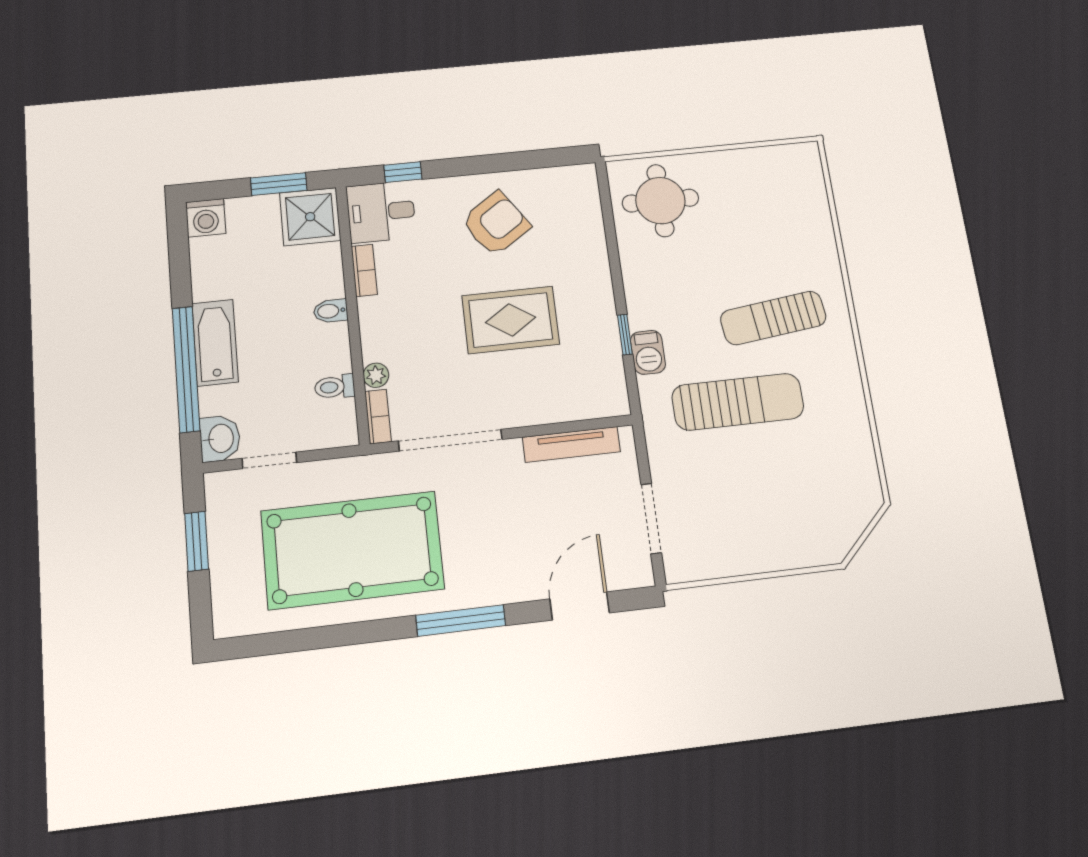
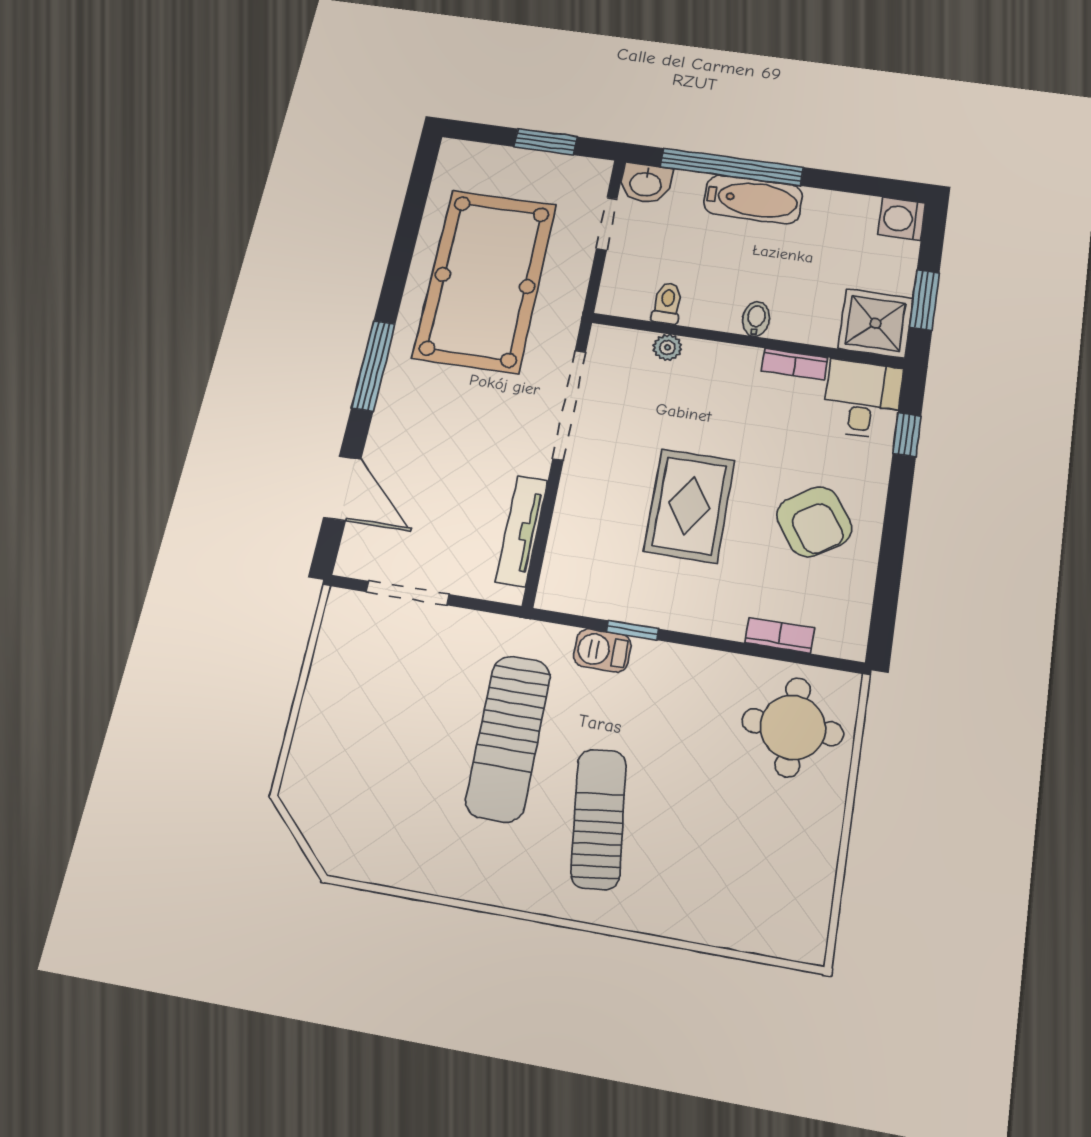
bookcase: (378, 417) -> (780, 635), moved, turned 180

